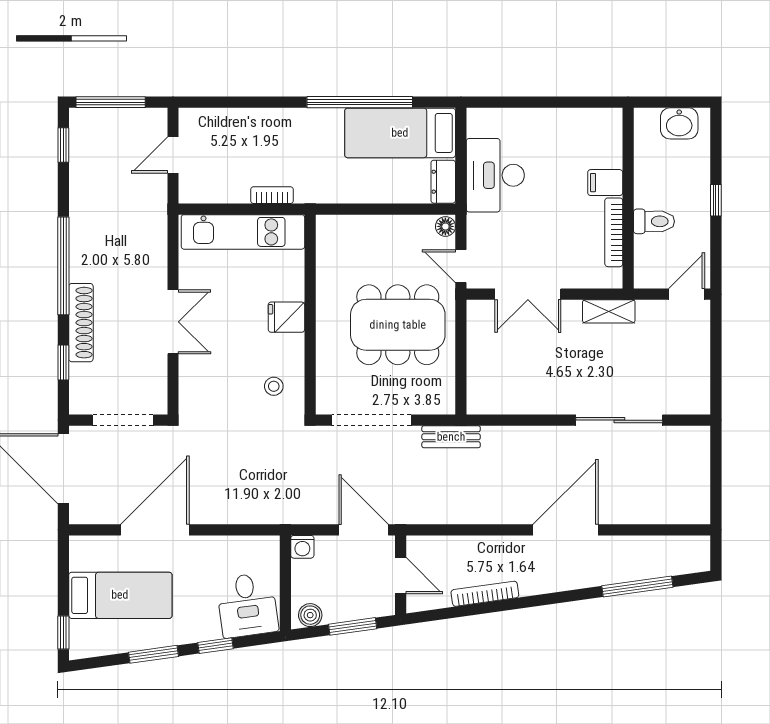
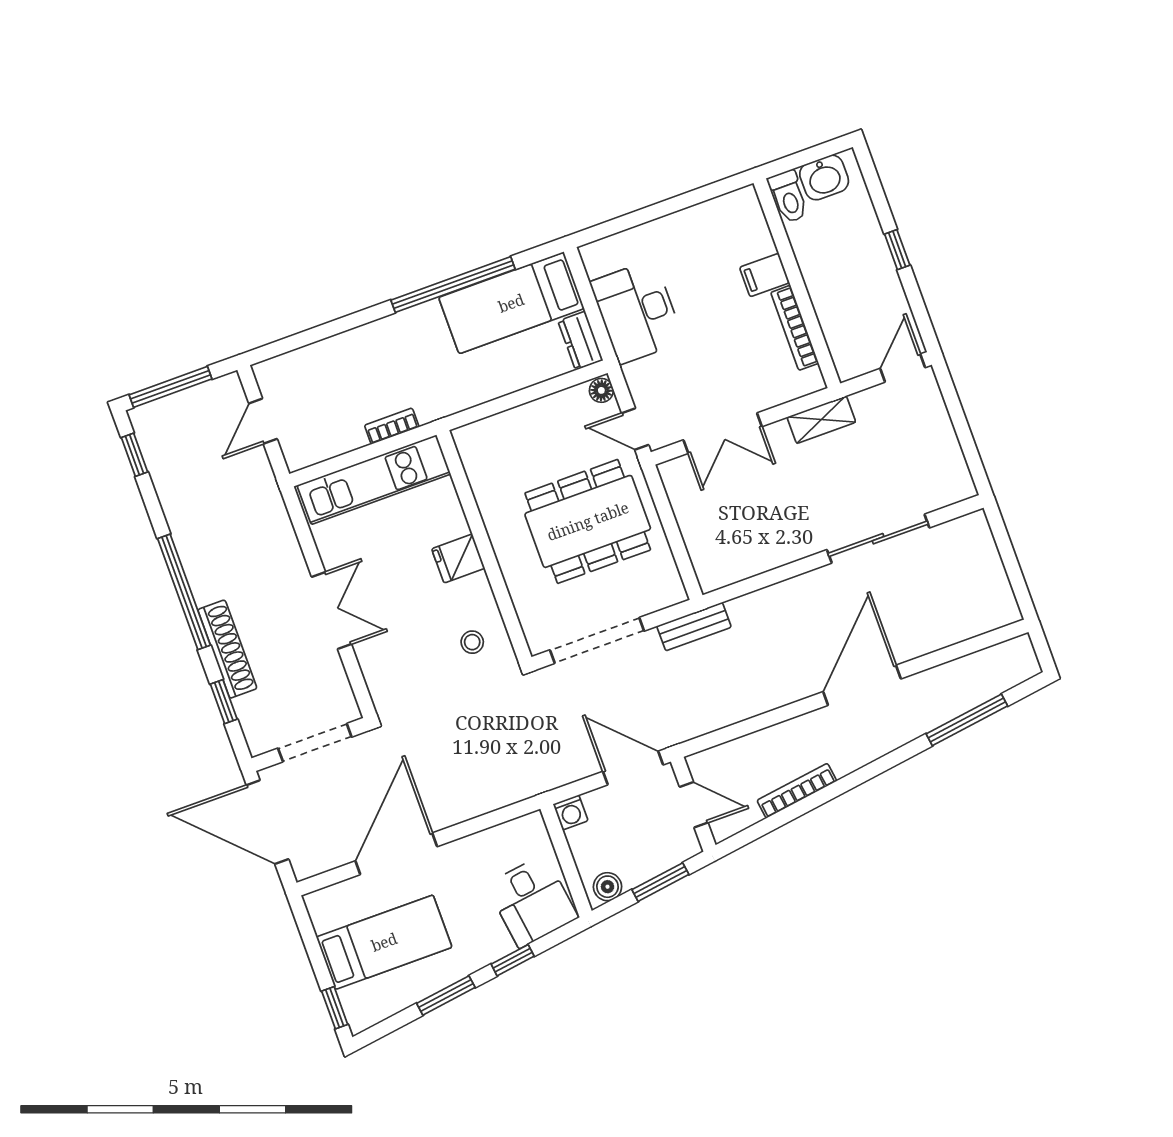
toilet: (654, 221) -> (788, 196), moved, turned 90

